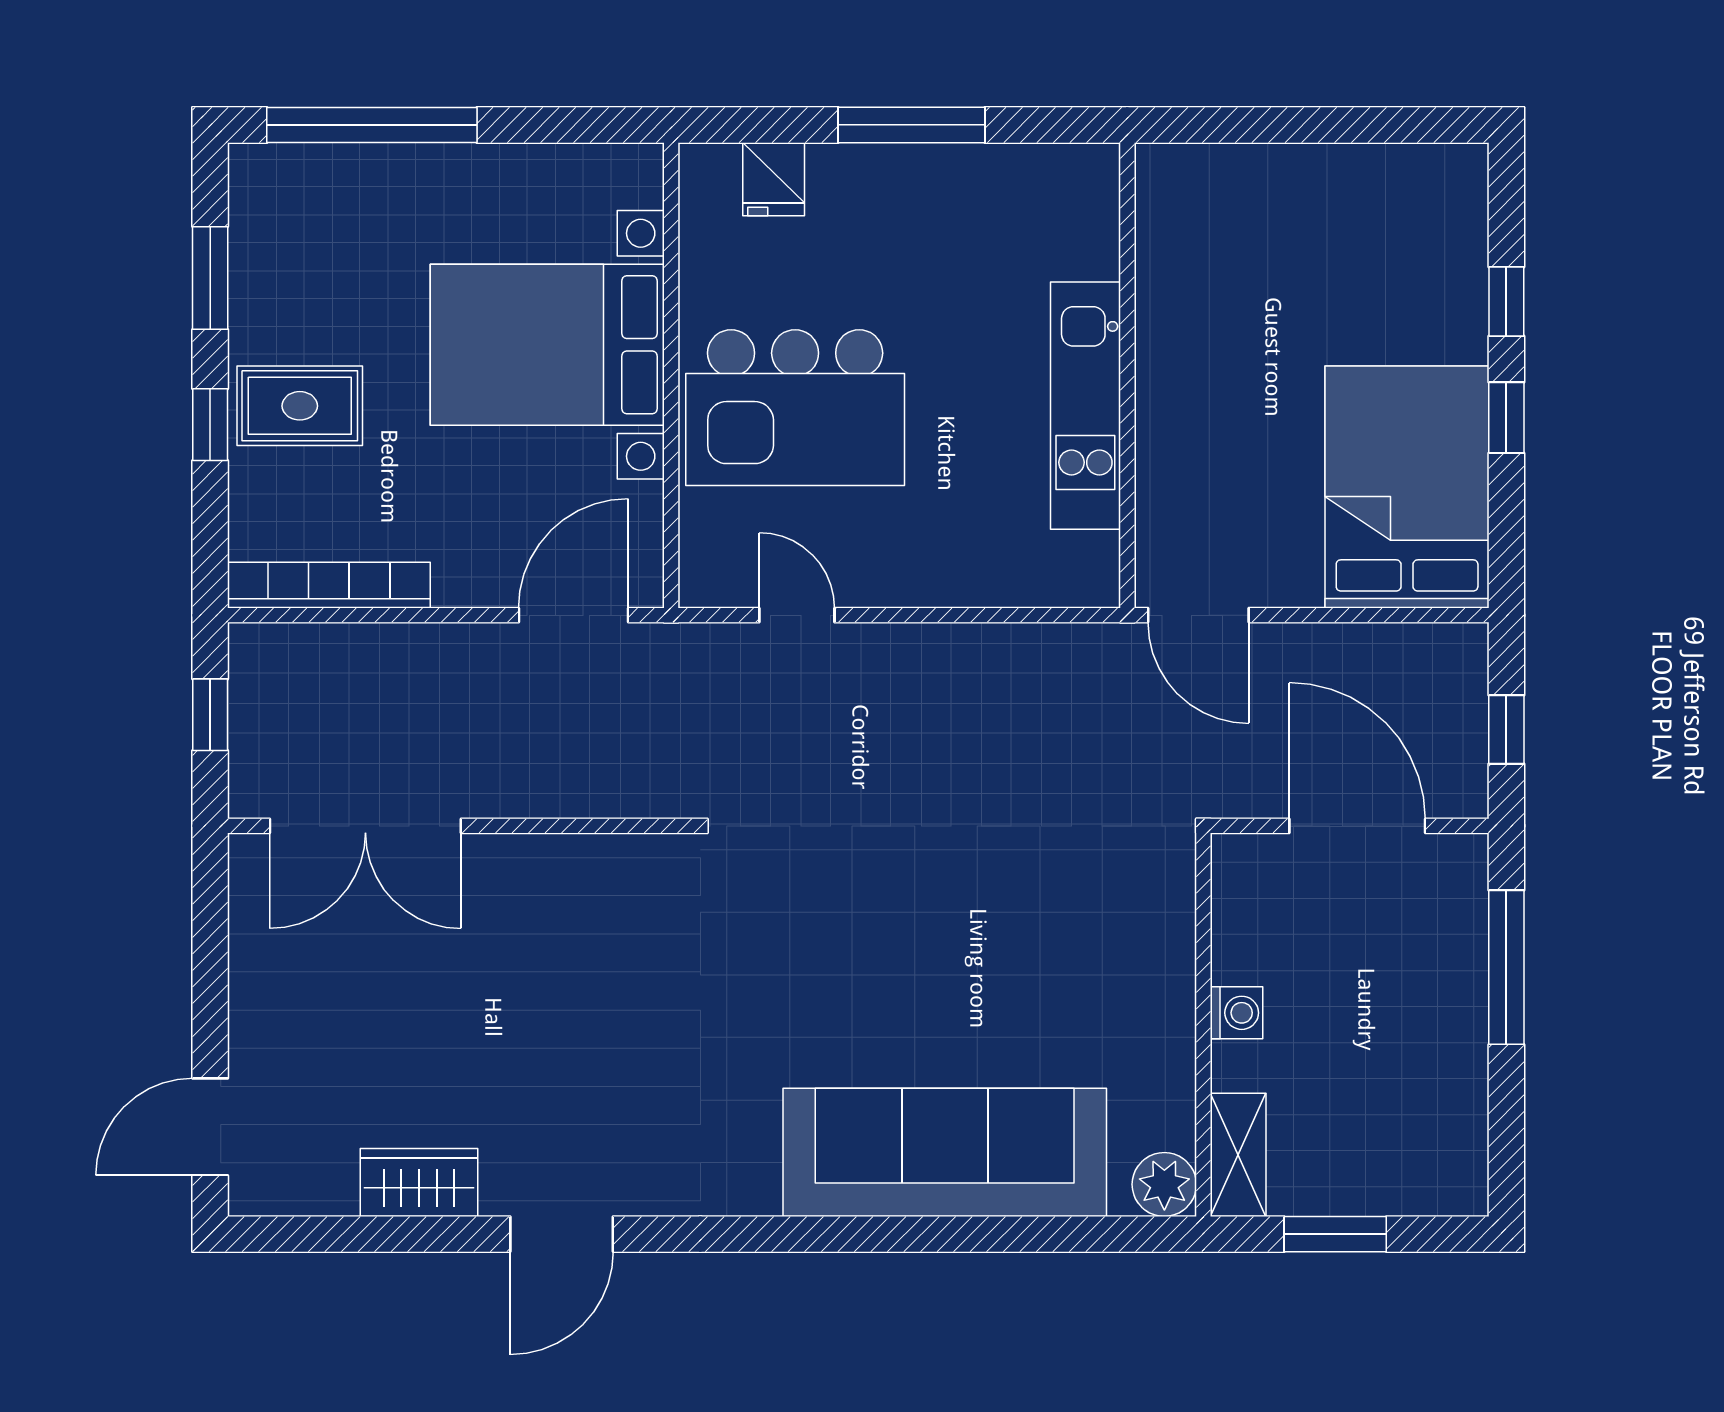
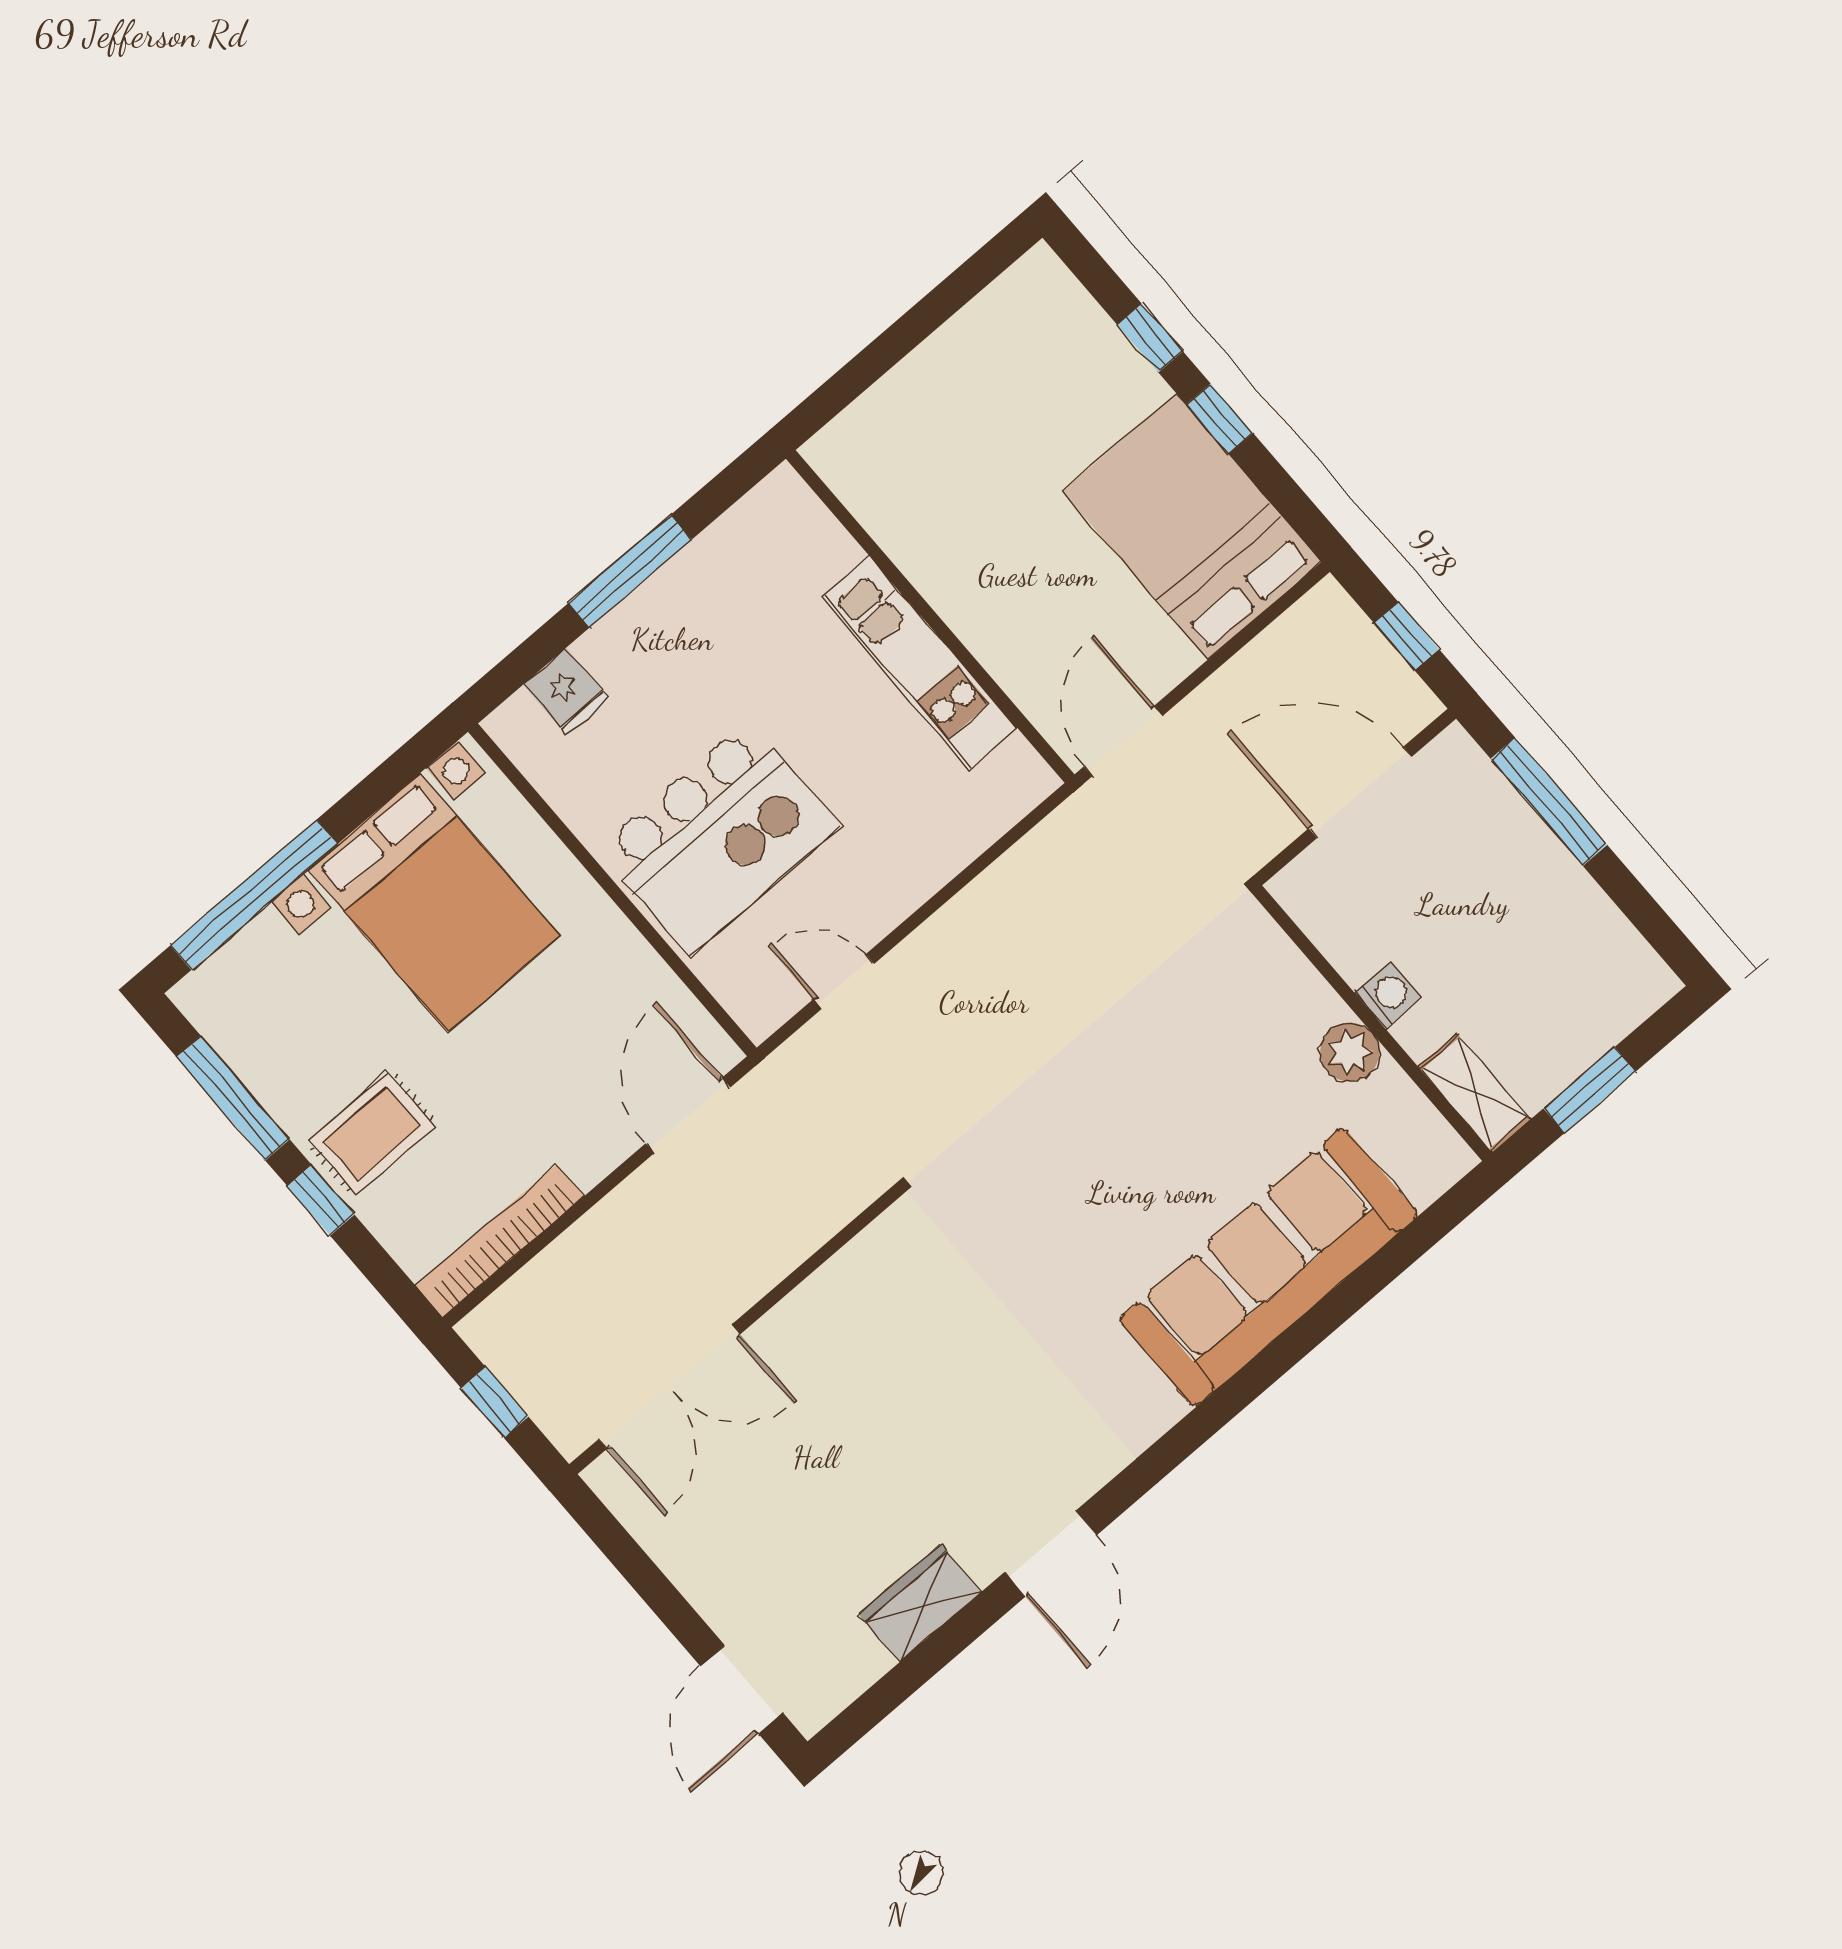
window: (210, 278) -> (233, 1098), width x1.44
bed with nightstands: (547, 345) -> (434, 903), moved, turned -90
door: (1198, 615) -> (1123, 741), swing flipped
plant: (1164, 1184) -> (1350, 1052), moved

